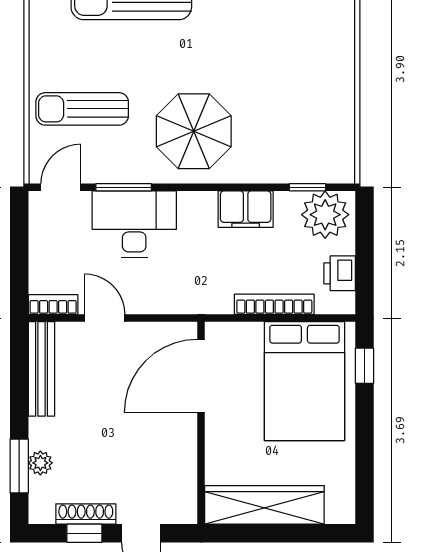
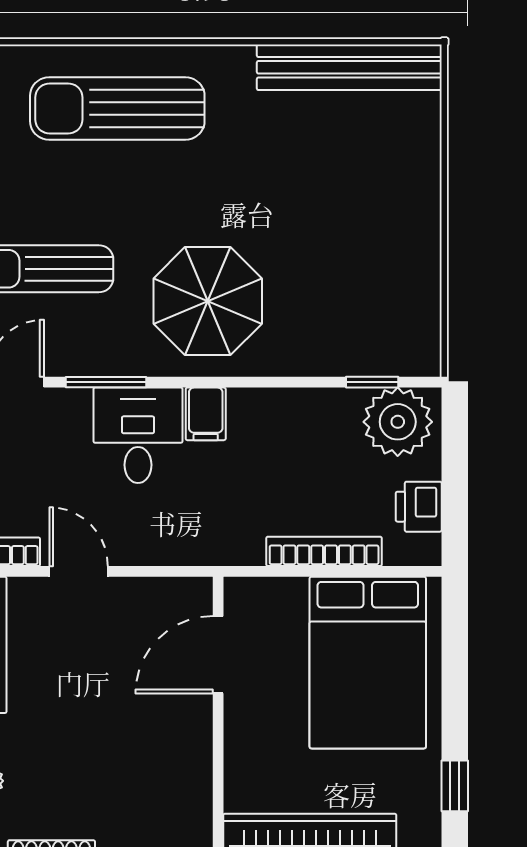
filing cabinet: (246, 209) -> (206, 414), moved, width x0.50
desk: (134, 224) -> (138, 435), width x0.73
window: (365, 366) -> (455, 786), moved
door: (201, 376) -> (218, 655), width x0.73

